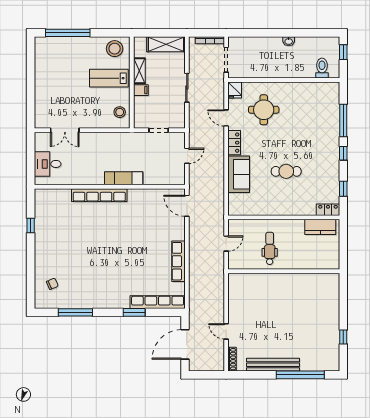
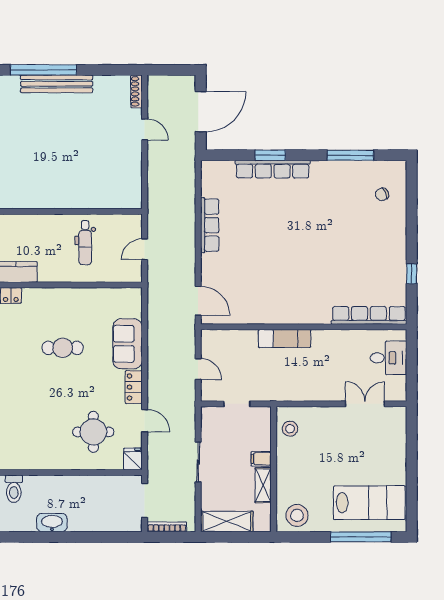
washbasin: (289, 41) -> (52, 523), width x1.91, depth x1.45
lab bench: (109, 78) -> (369, 503), moved, width x1.36, depth x1.39
door: (187, 156) -> (198, 369), swing flipped
row of seats: (99, 195) -> (369, 315), moved
row of seats: (158, 302) -> (273, 169), moved
bench: (273, 365) -> (57, 84), moved

